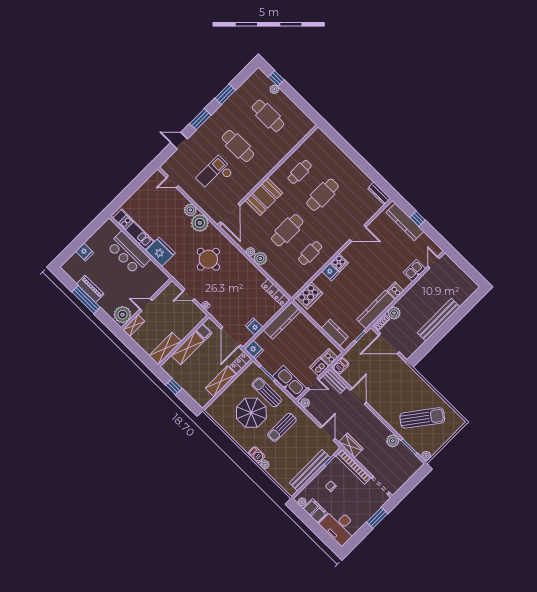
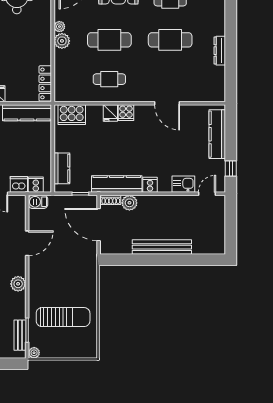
dresser: (379, 193) -> (220, 51), moved
window: (418, 219) -> (231, 168), moved
bench: (335, 381) -> (20, 335), moved
sun lounger: (422, 418) -> (63, 317), turned -37
plant: (393, 441) -> (18, 284), moved

